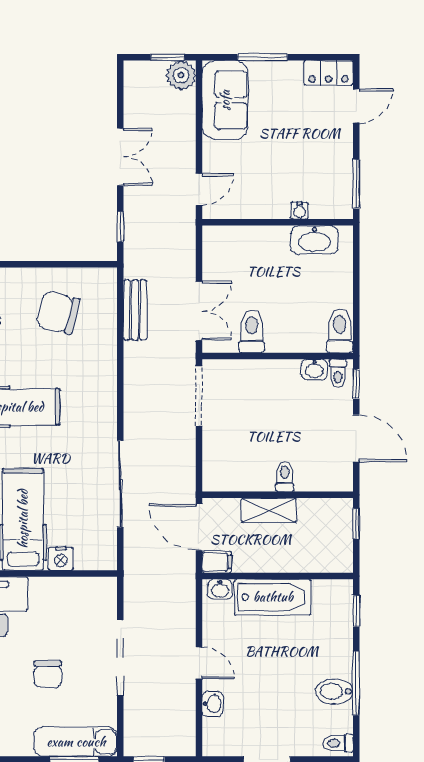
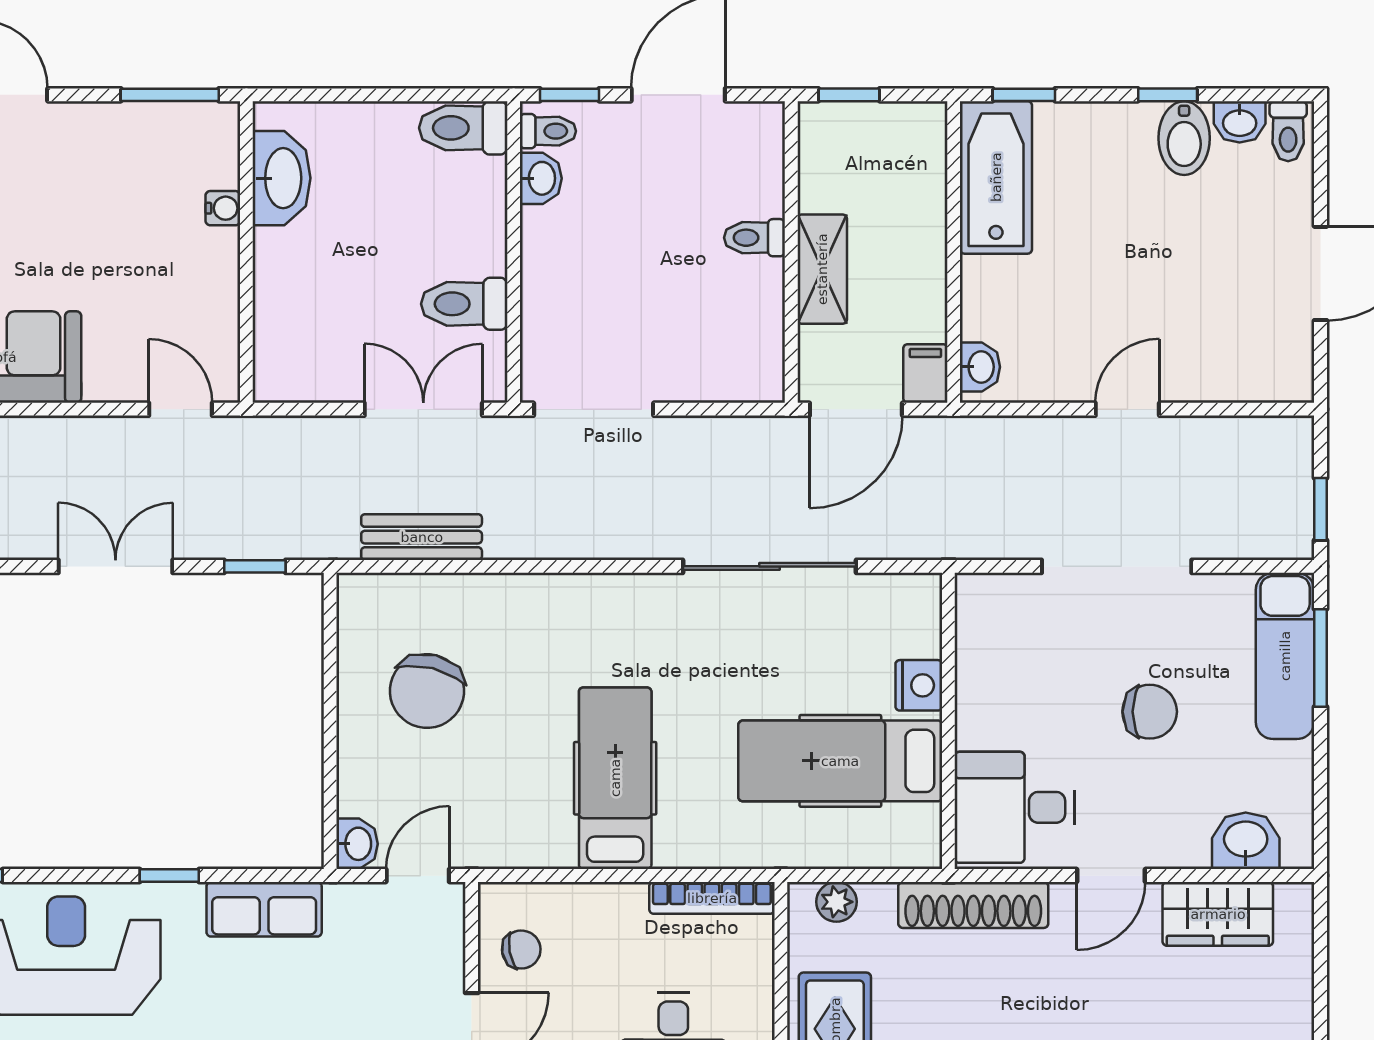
bathtub: (273, 597) -> (996, 177), moved
window: (356, 683) -> (1168, 95), width x0.46
washbasin: (212, 704) -> (1240, 122), moved, turned 180

